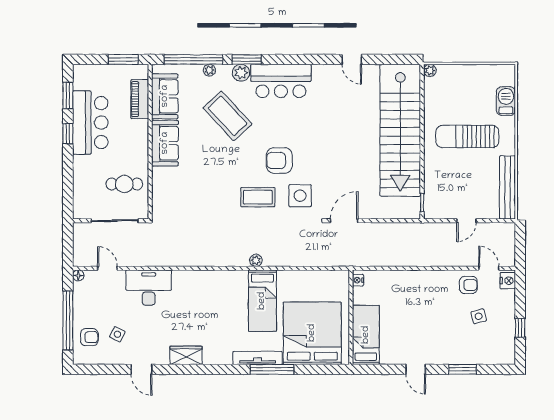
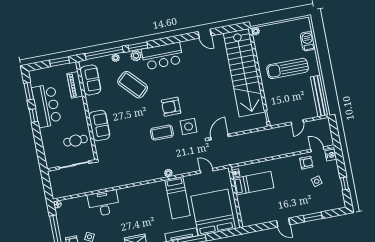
sofa: (165, 143) -> (99, 126), moved
door: (107, 268) -> (207, 171), moved
bed: (366, 335) -> (254, 183), moved, turned 90

